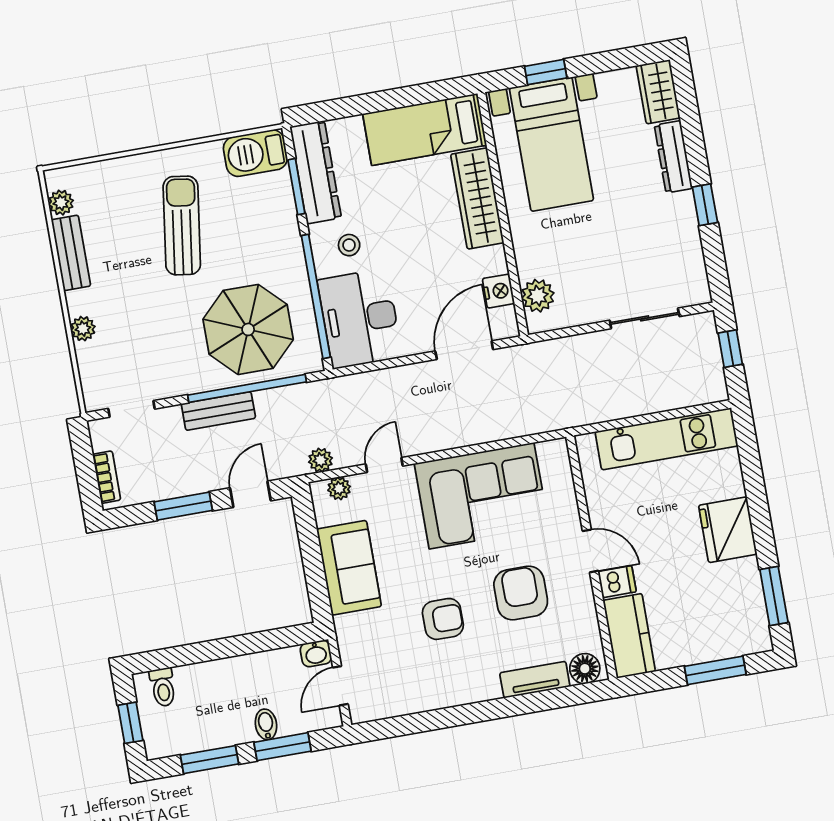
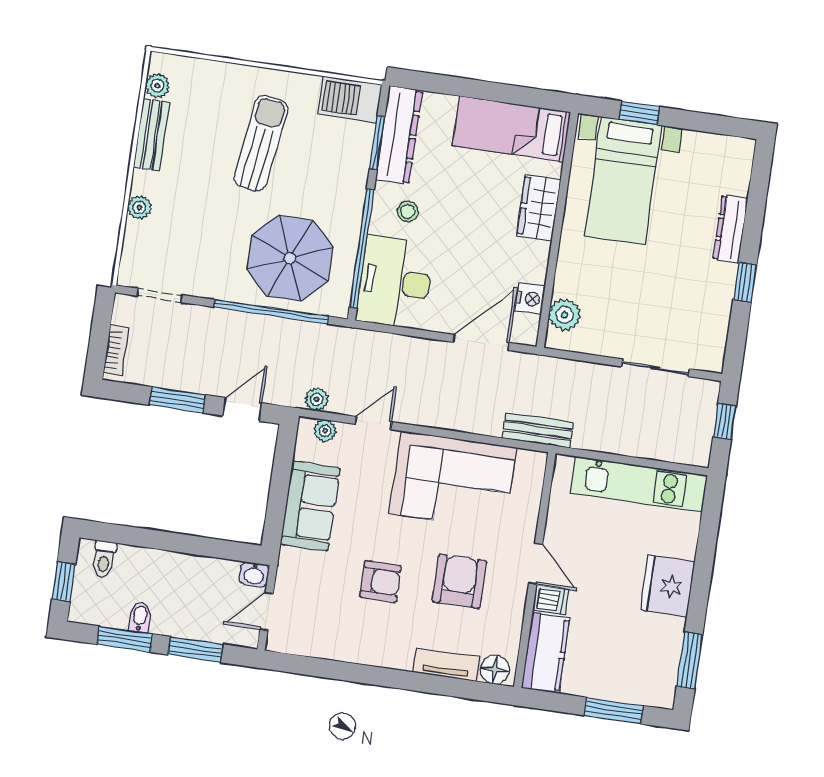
wardrobe: (658, 92) -> (736, 165), removed
wardrobe: (477, 198) -> (539, 208), width x0.67
bench: (218, 411) -> (538, 430), moved
bidet: (266, 724) -> (140, 617), moved

